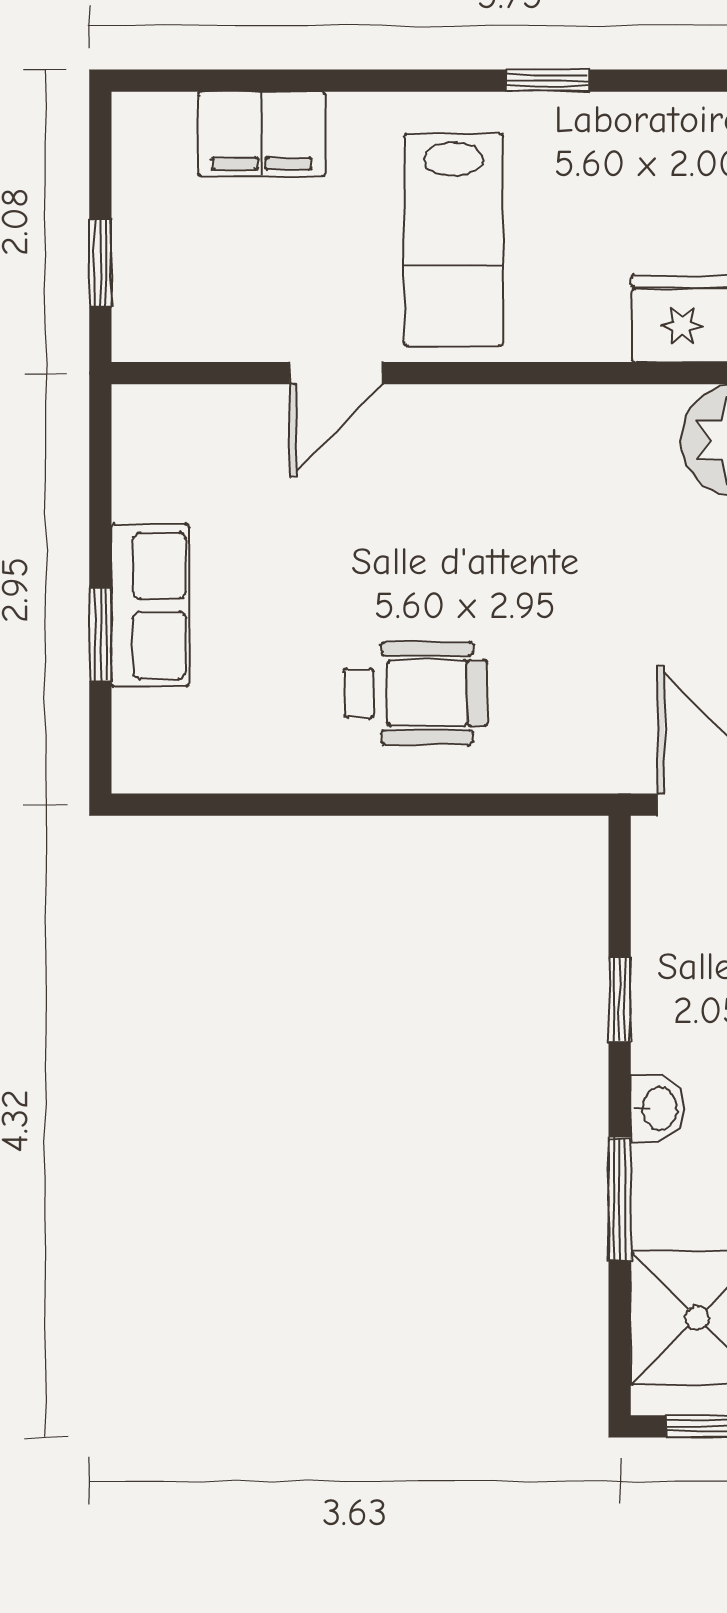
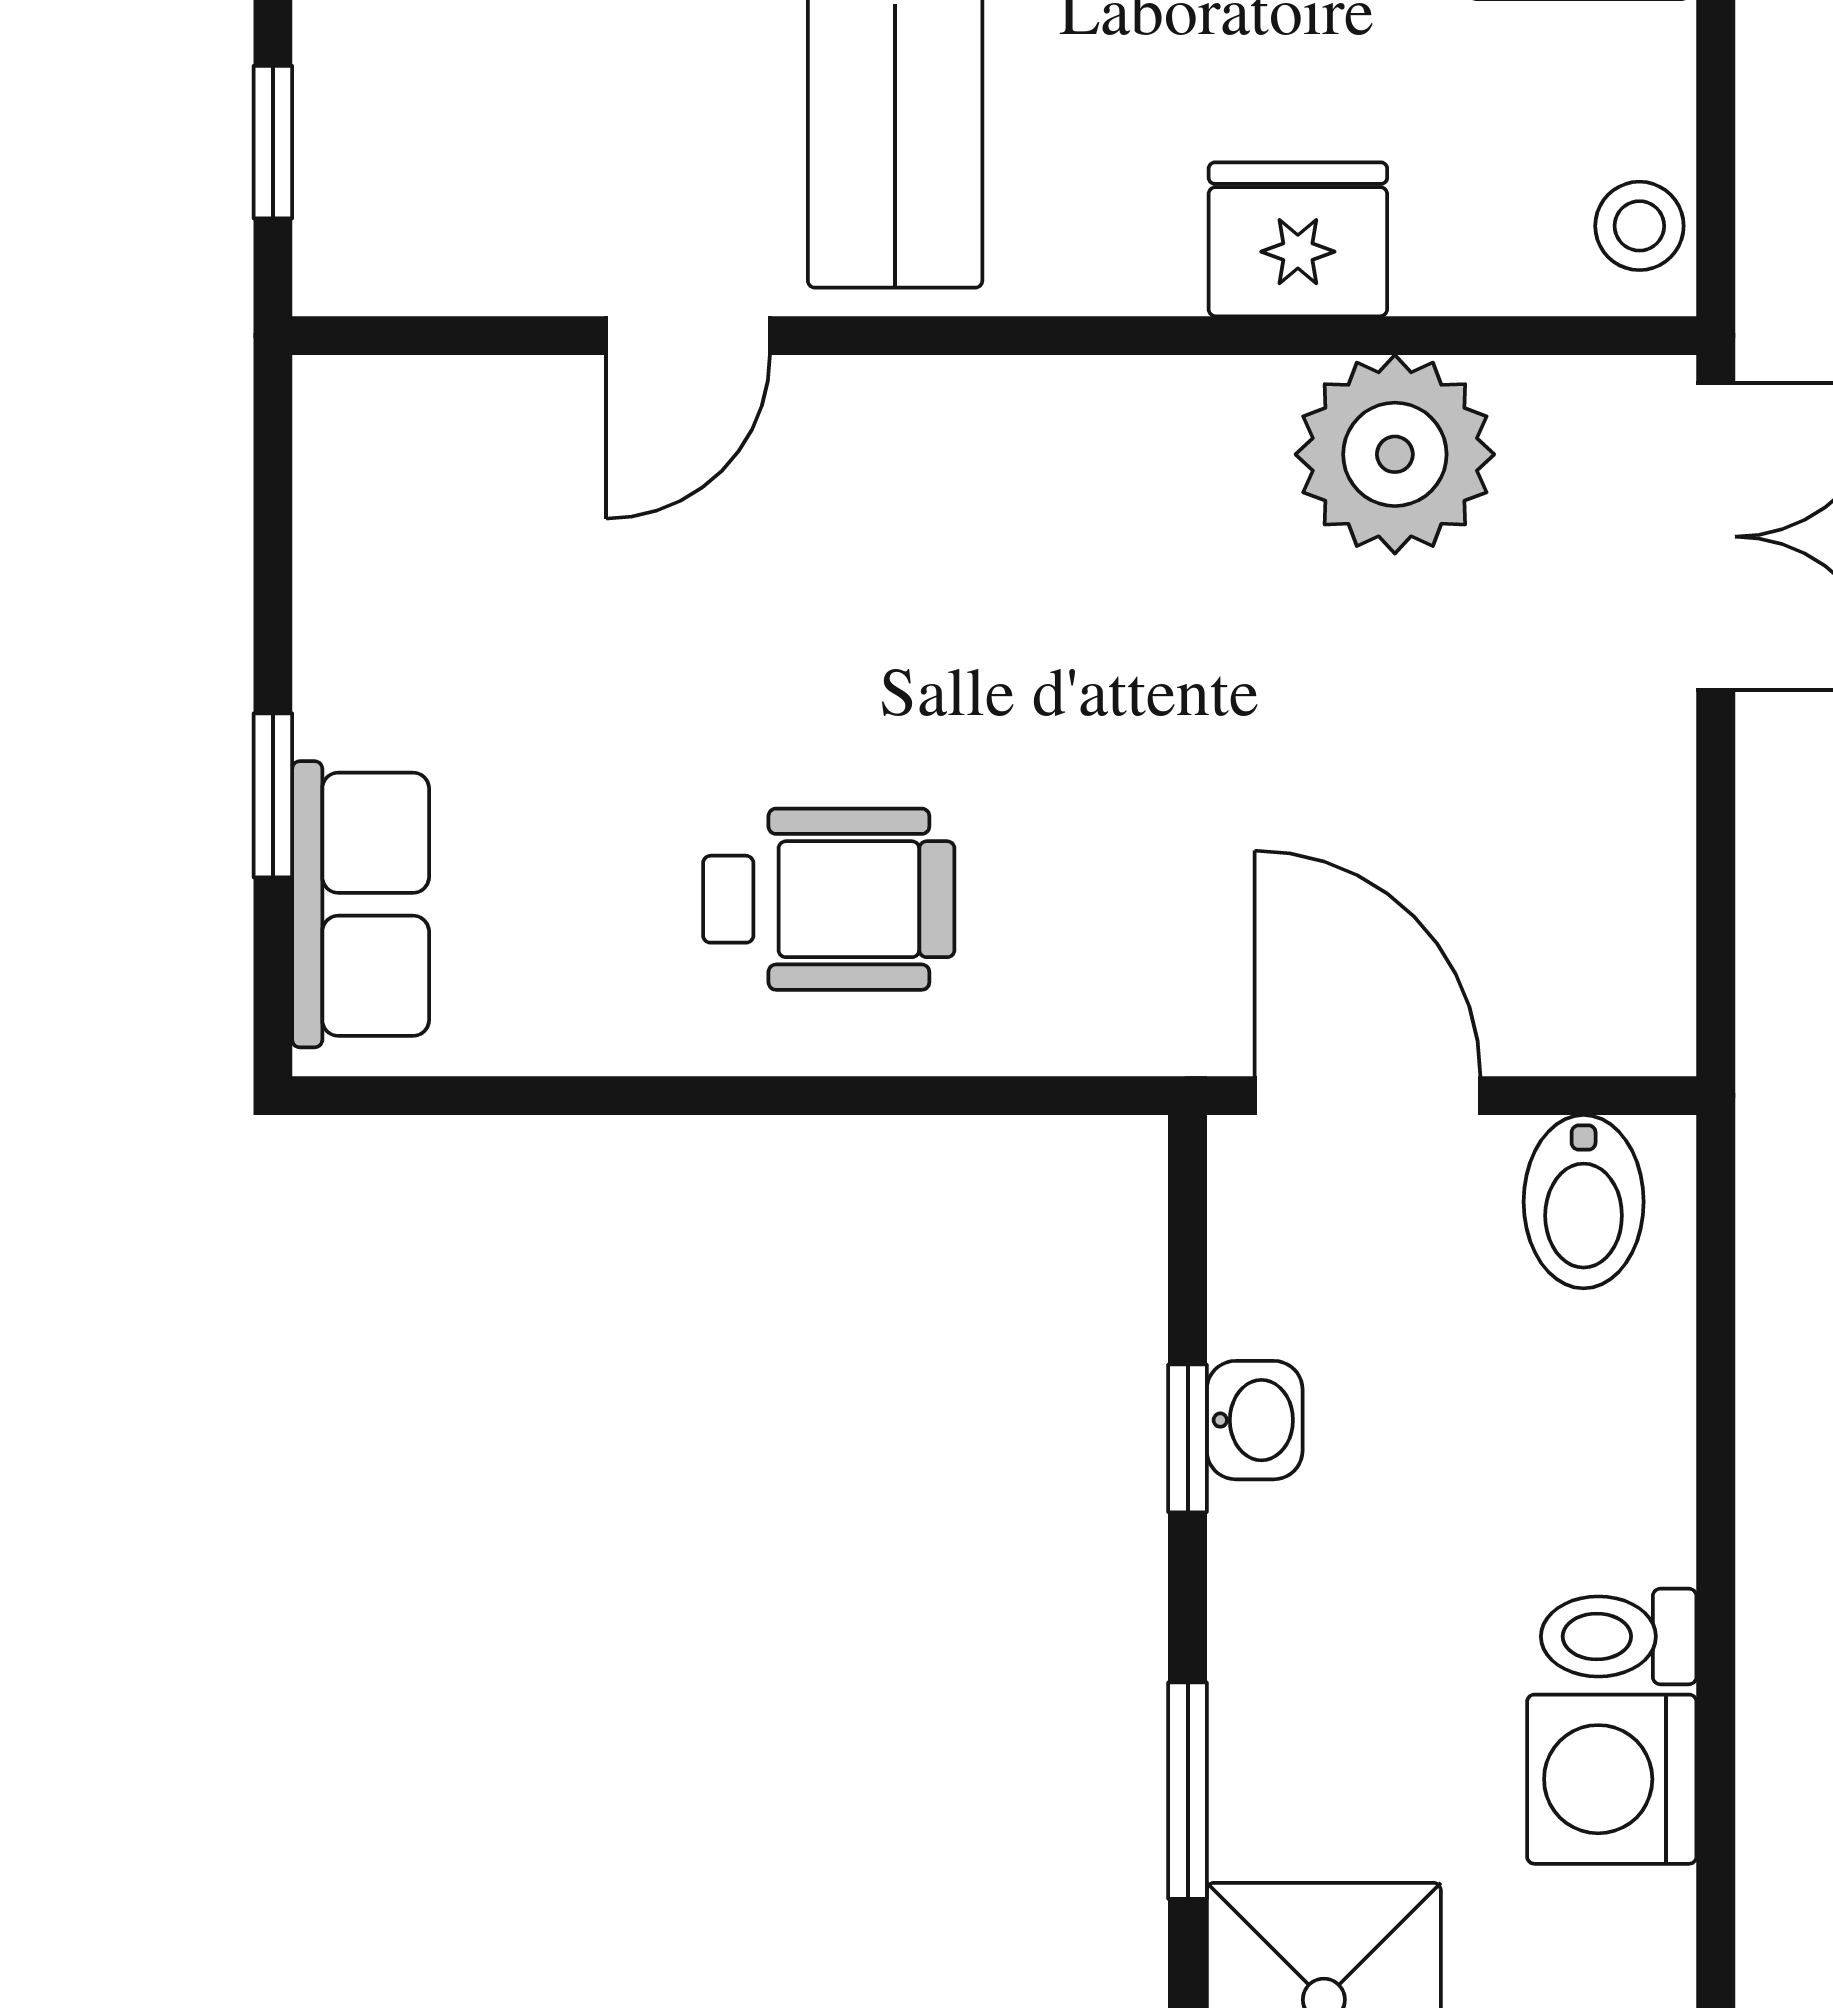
row of seats: (150, 605) -> (361, 904), moved
washbasin: (658, 1108) -> (1255, 1420), moved

